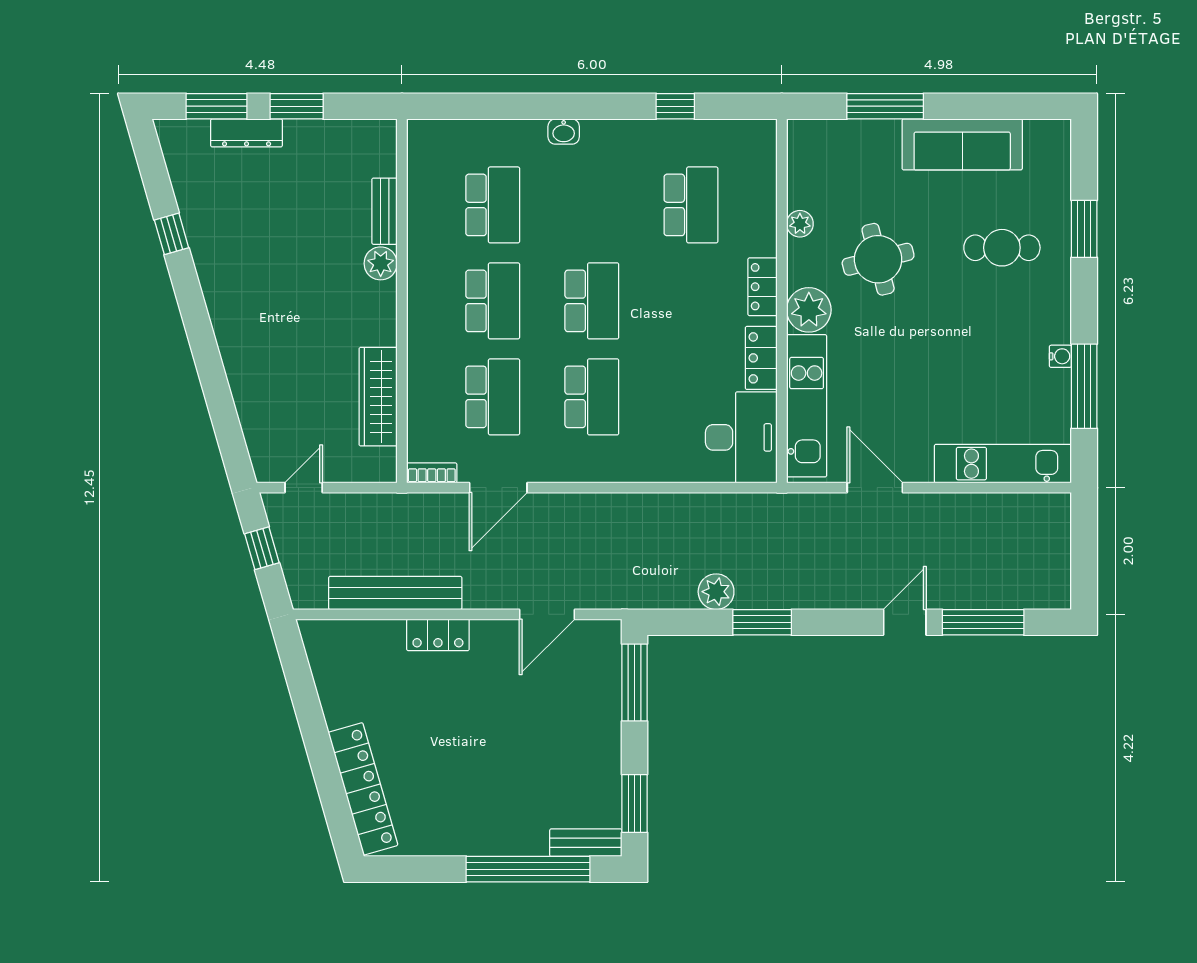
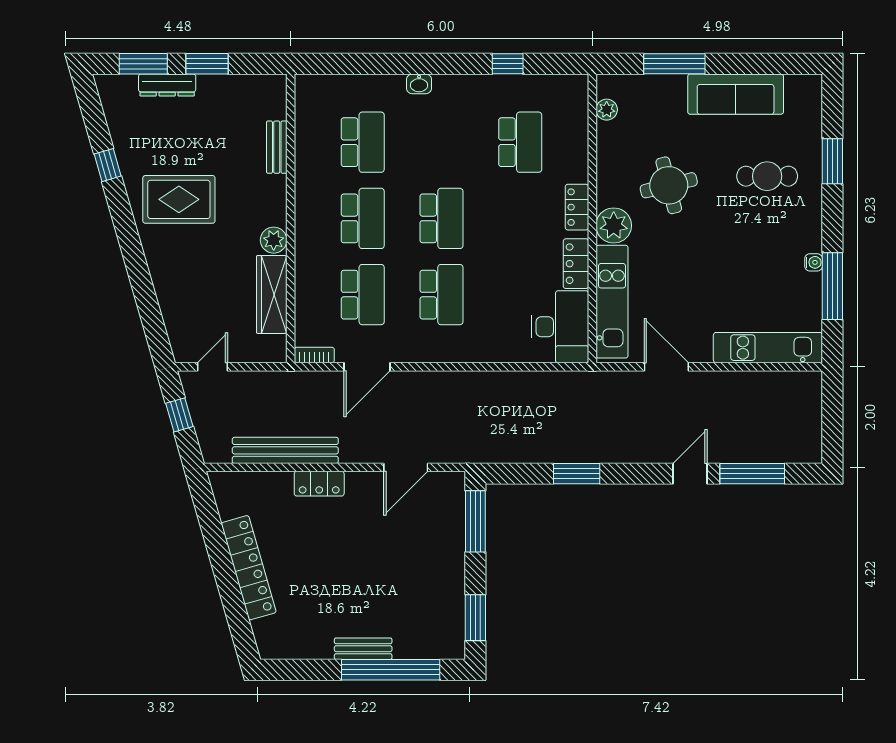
plant: (800, 224) -> (607, 110), moved
plant: (381, 263) -> (274, 240), moved
rug: (261, 277) -> (179, 199), added
plant: (716, 592) -> (540, 449), removed
locker: (363, 789) -> (249, 568), moved
bench: (586, 843) -> (363, 649), moved

